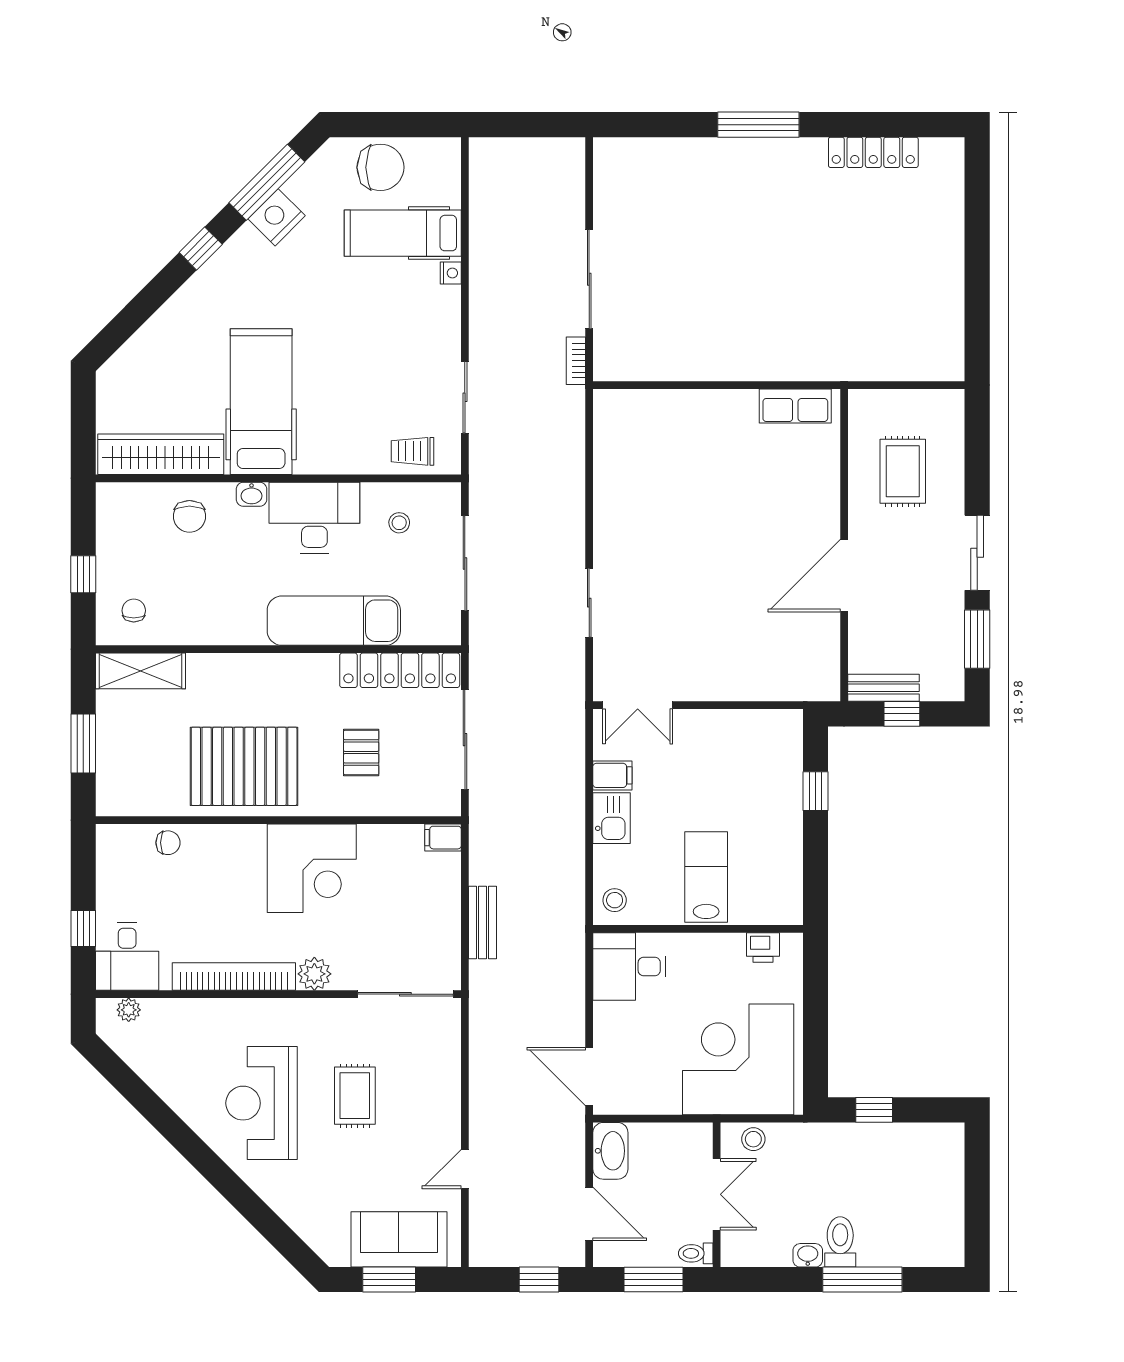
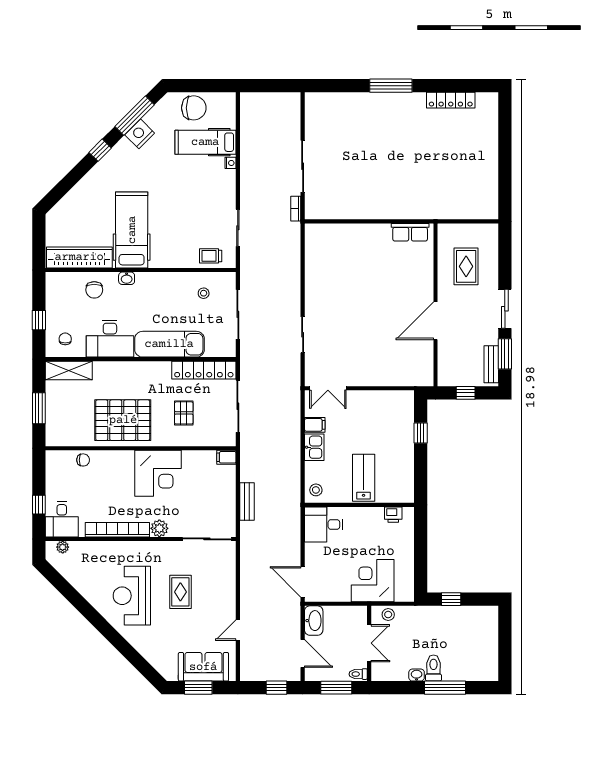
desk: (314, 518) -> (110, 339), moved, turned 180
bench: (884, 688) -> (491, 364), moved, turned 90
corner desk: (738, 1059) -> (373, 581), width x0.74, depth x0.74

